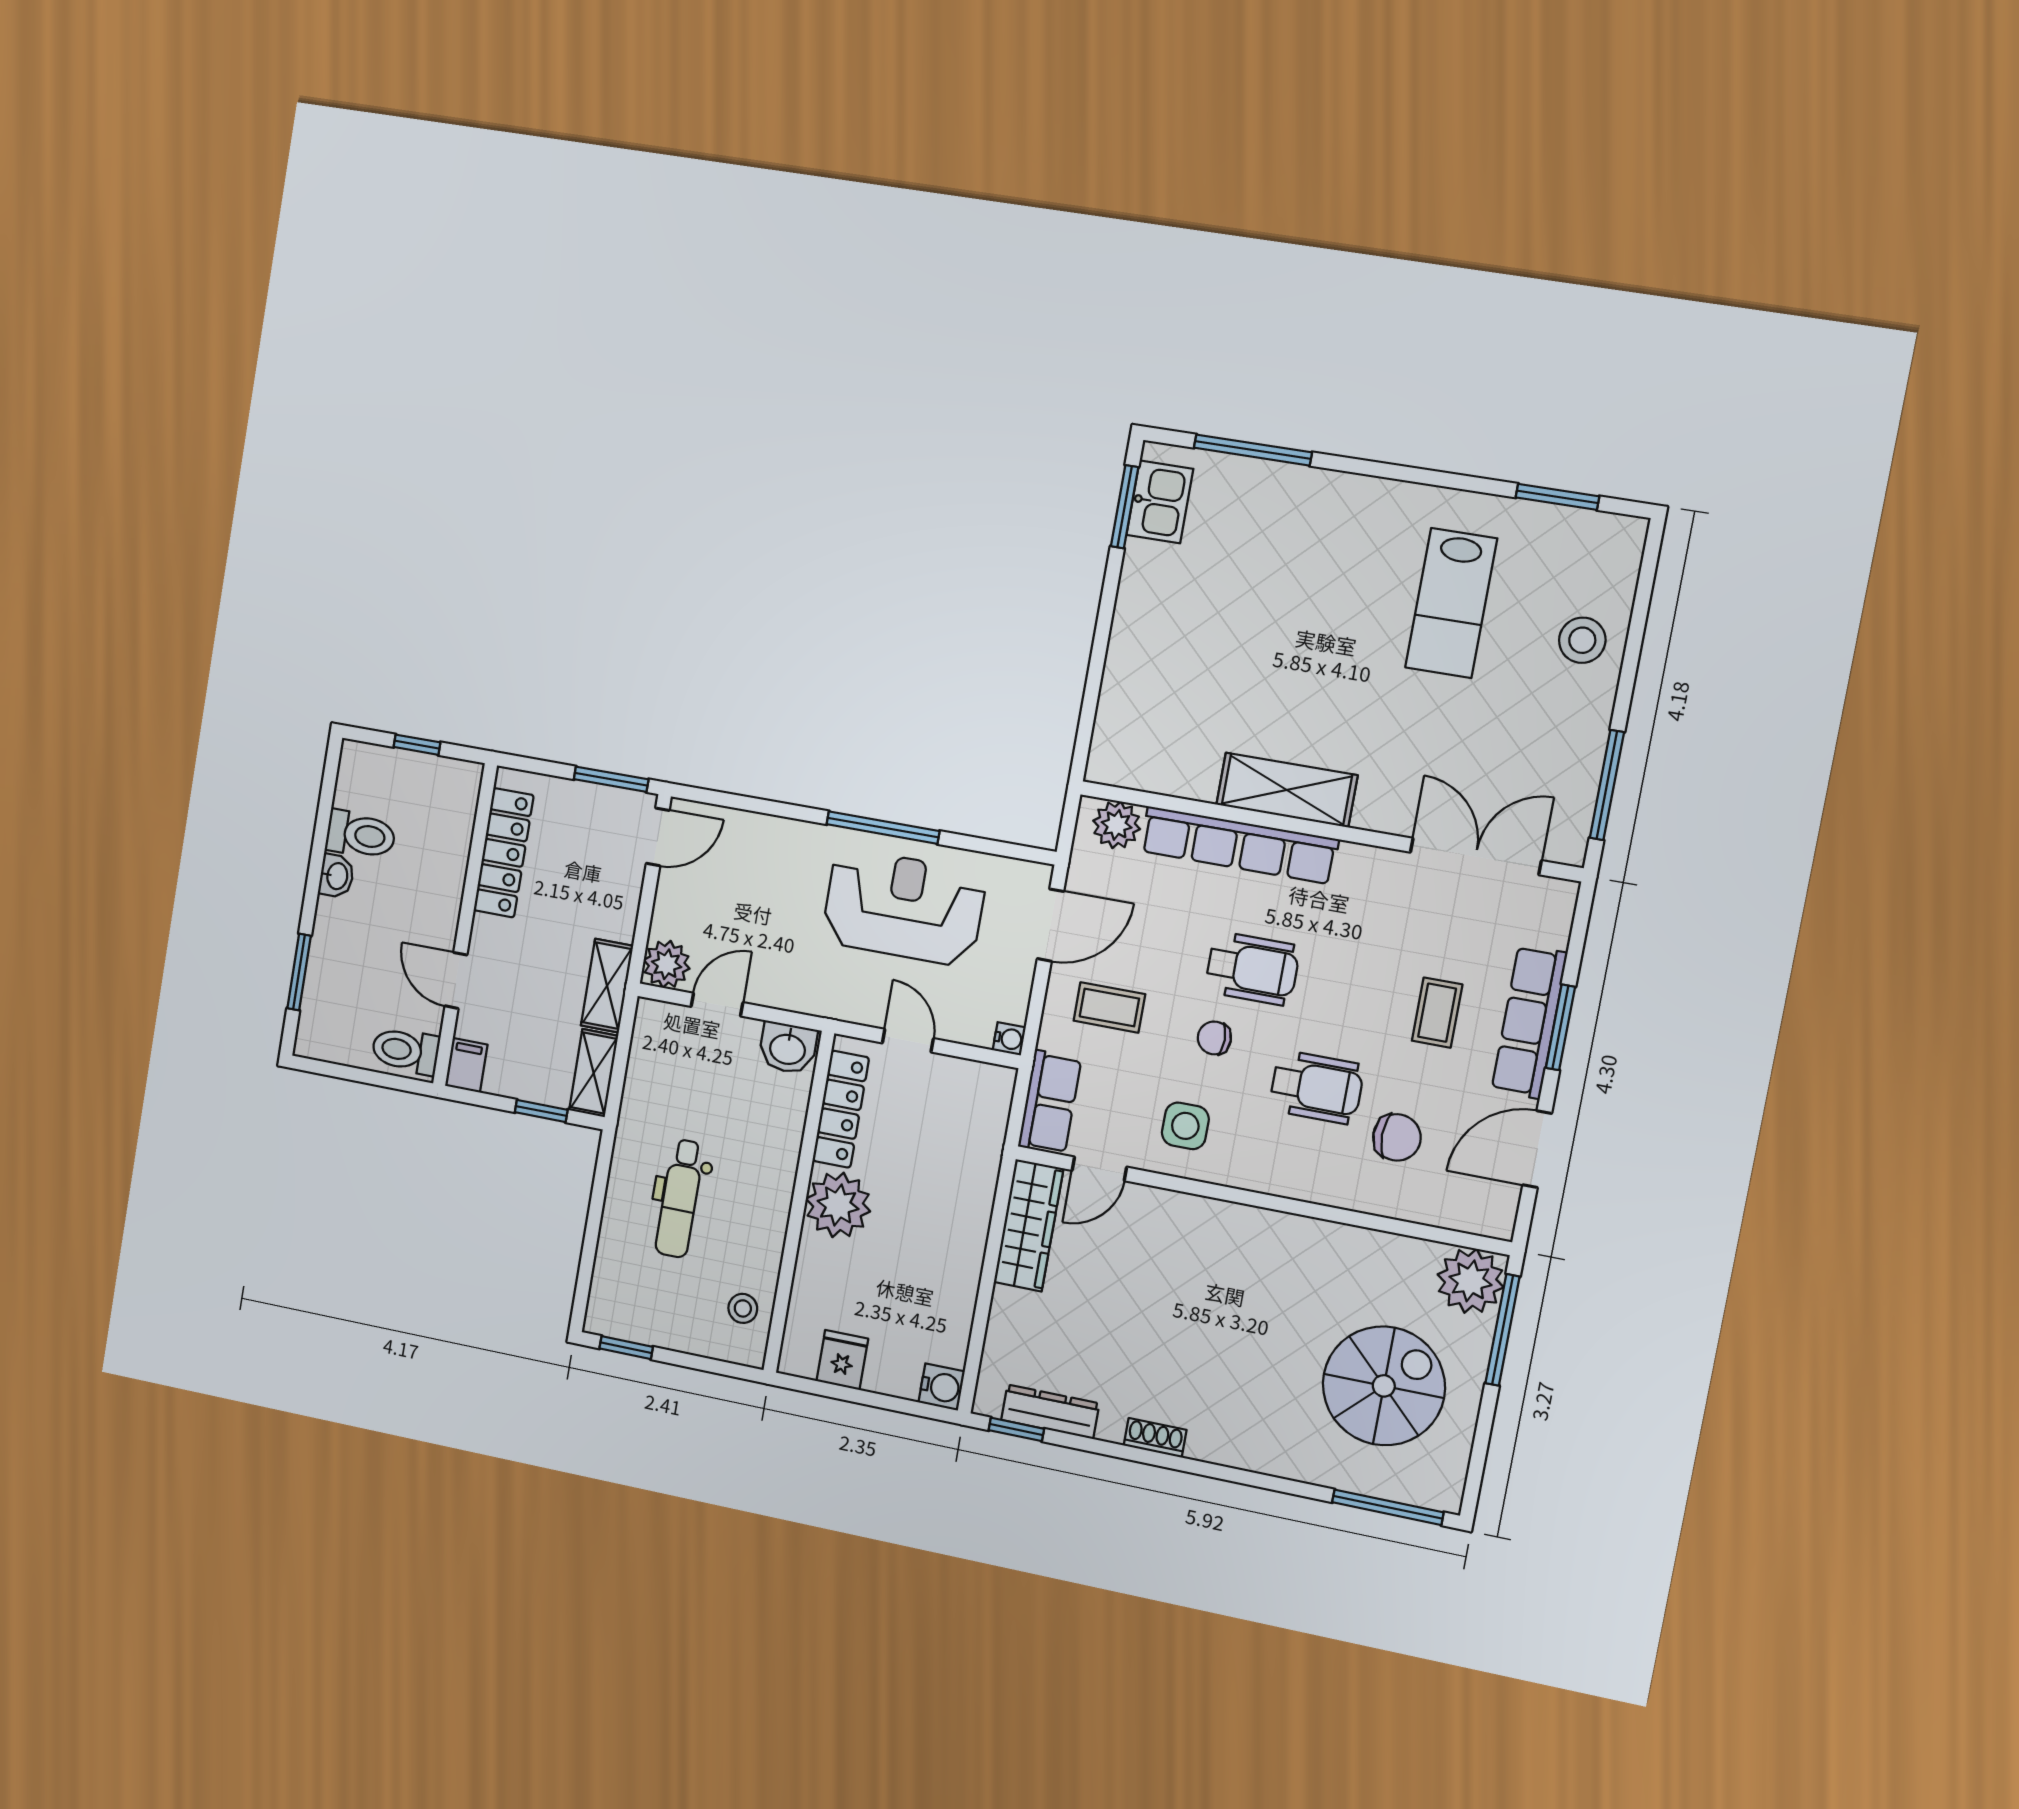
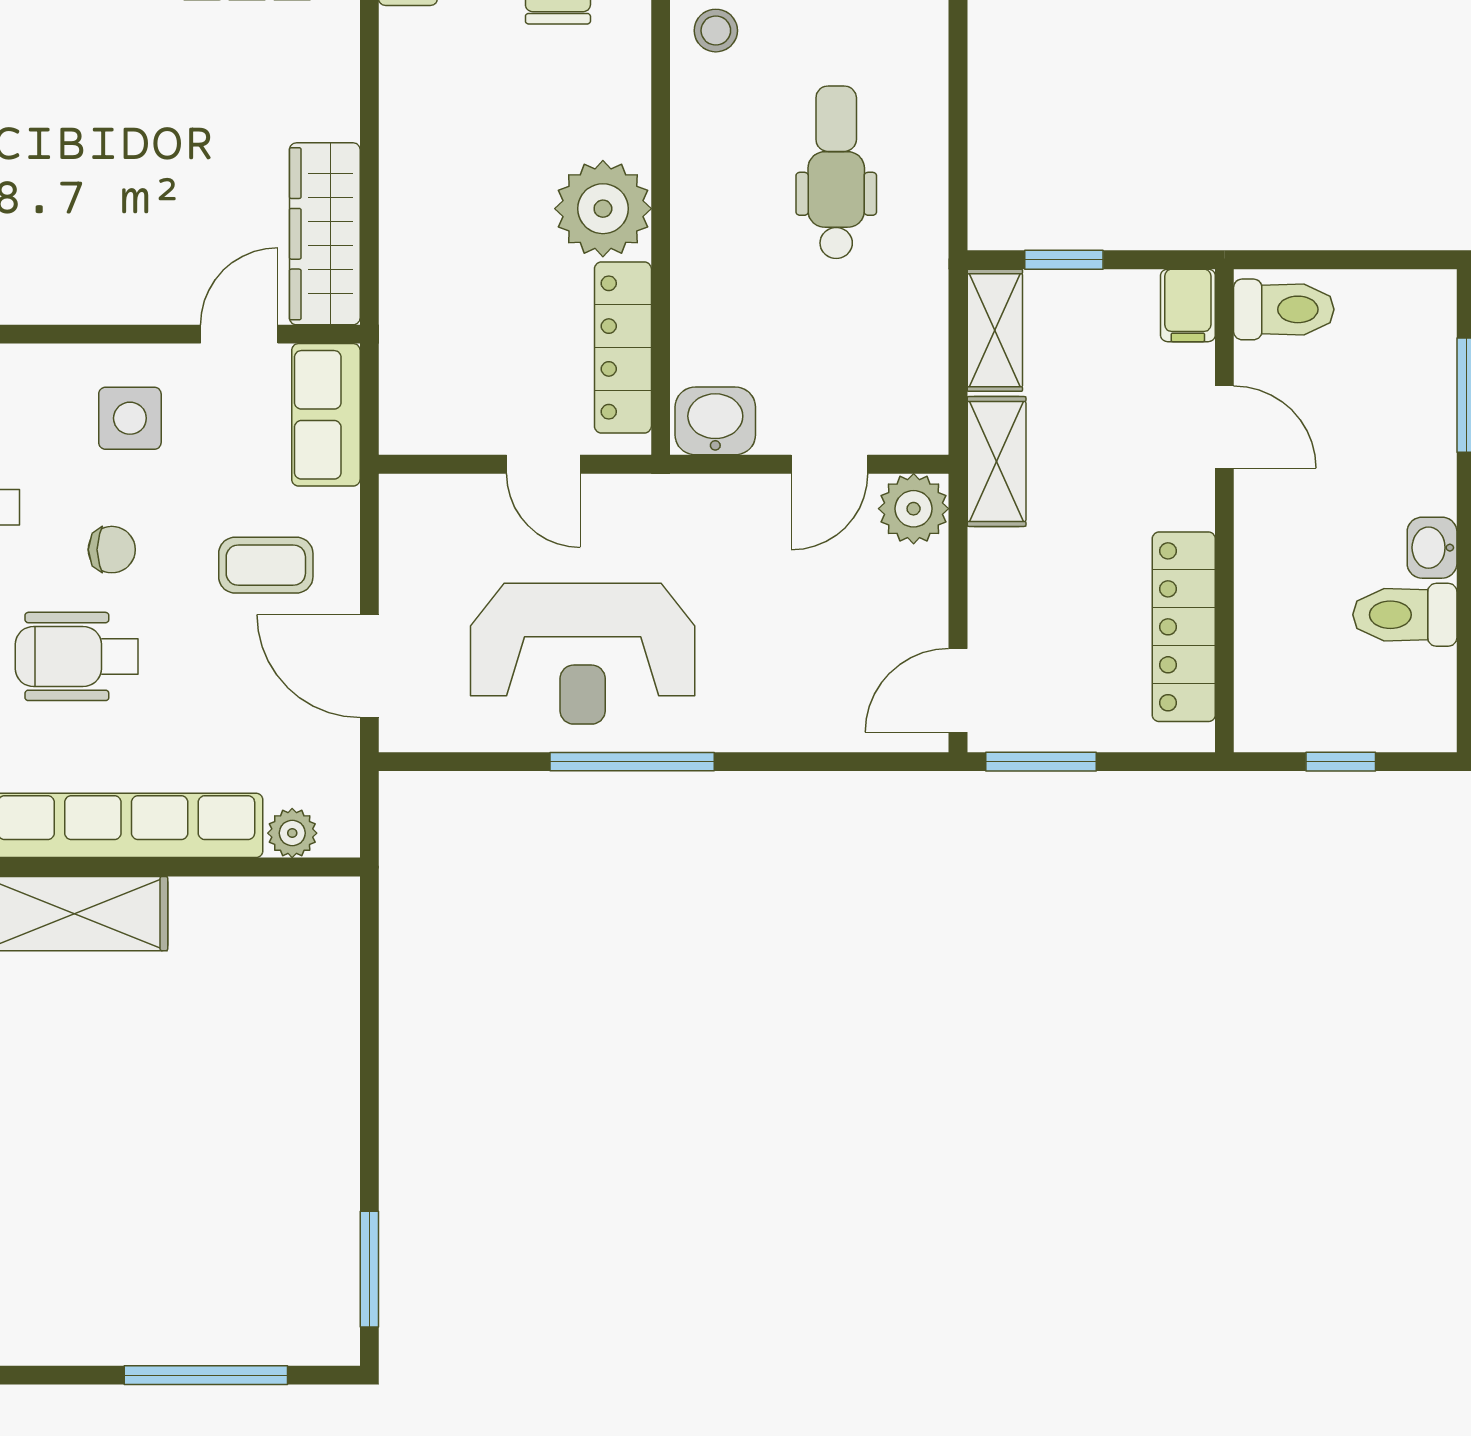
kitchen sink: (1160, 502) -> (322, 1284), removed
plant: (1117, 825) -> (292, 833), width x0.73, depth x0.73
door: (1050, 925) -> (369, 666), hinge flipped
water cooler: (1009, 1039) -> (399, 494), removed

